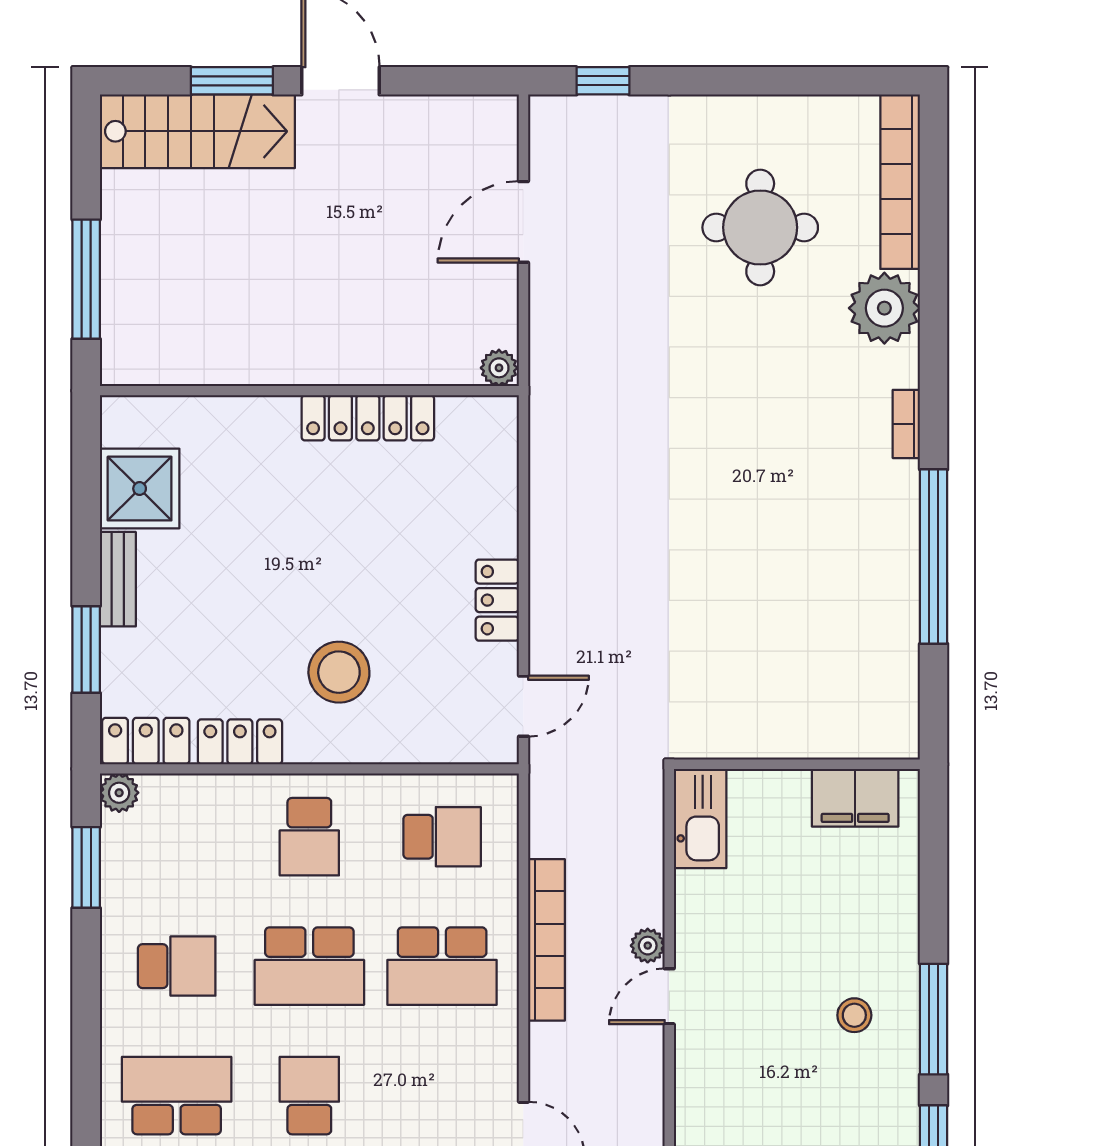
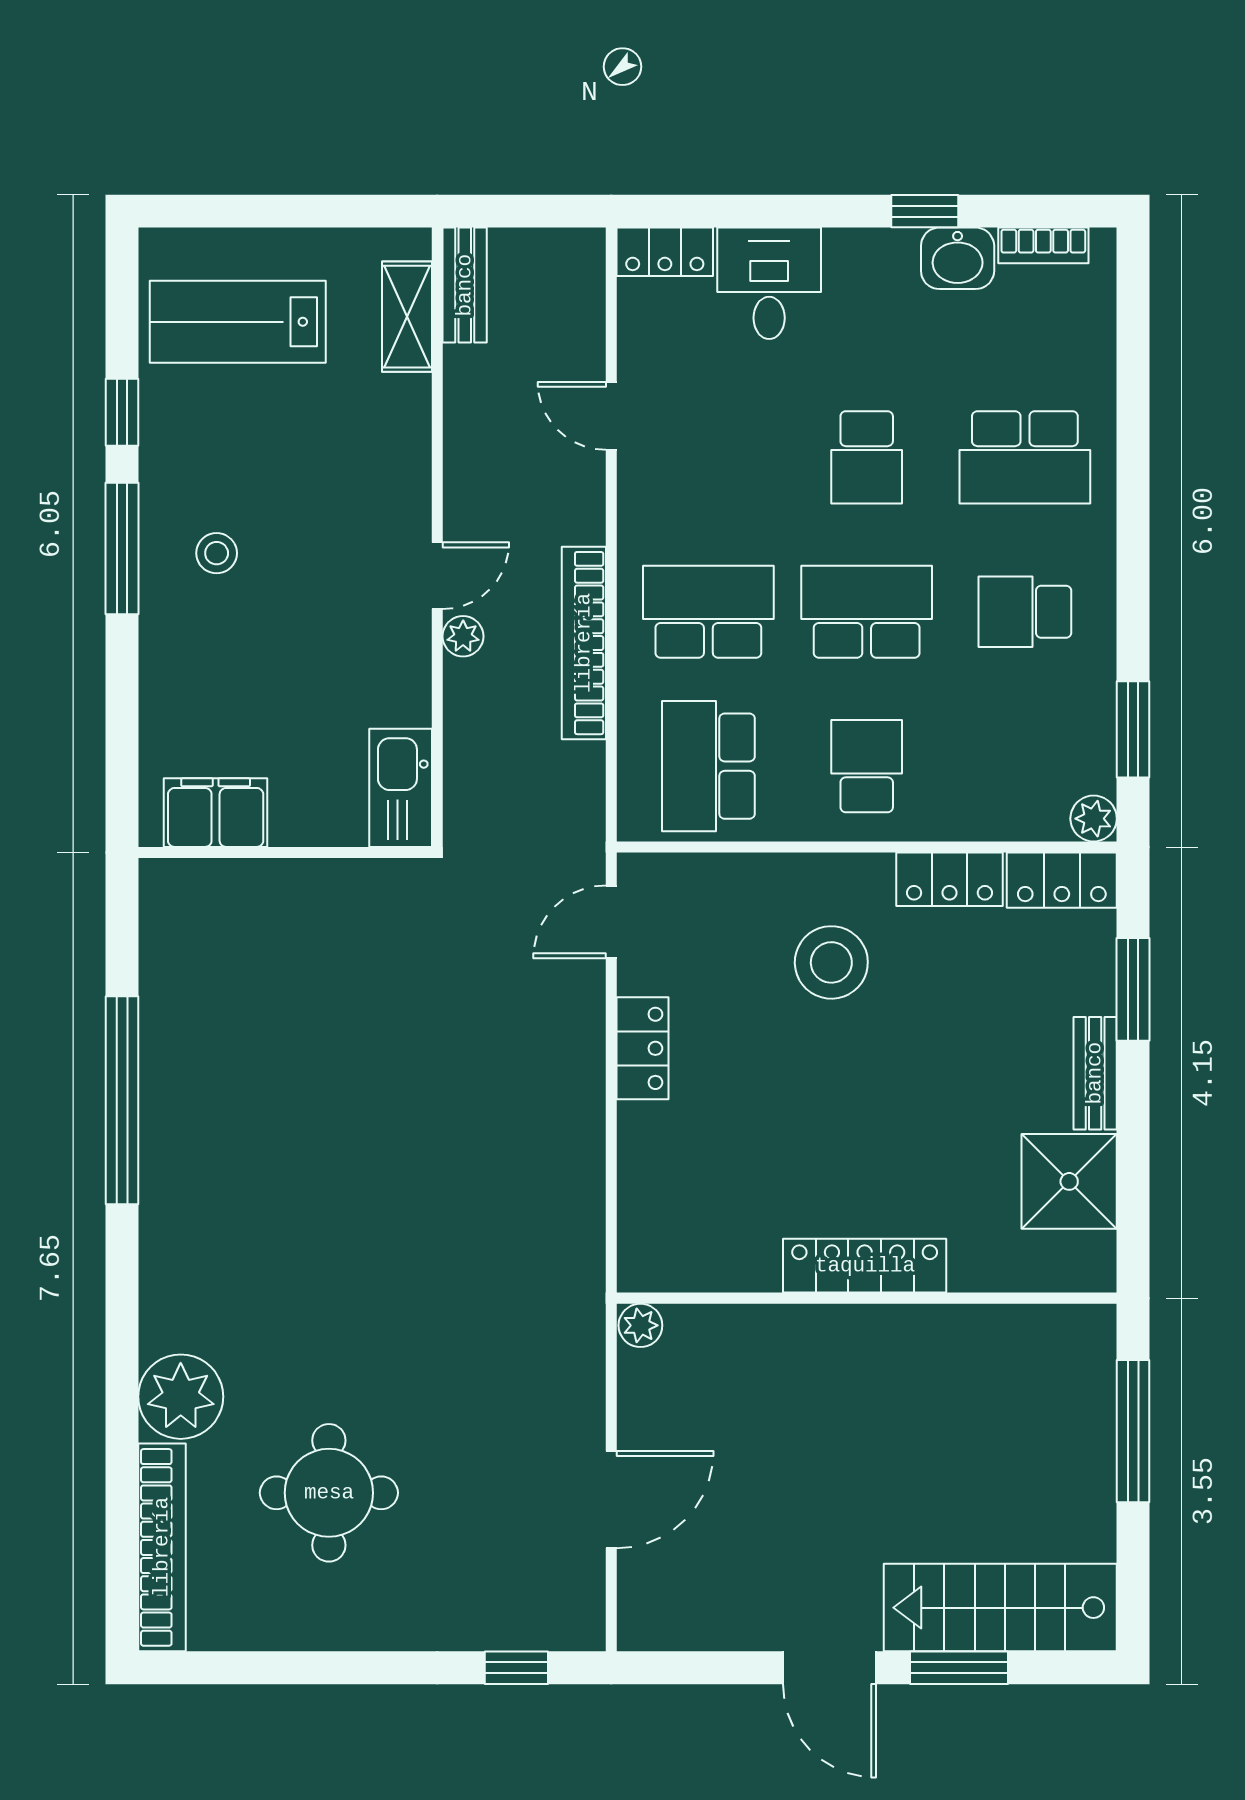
locker: (368, 418) -> (865, 1266), moved
bookcase: (906, 424) -> (155, 1258), removed
school desk: (442, 837) -> (708, 766), width x1.85

